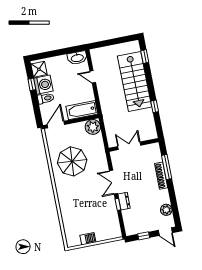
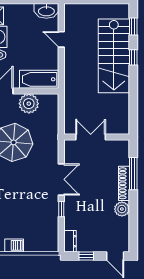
window: (155, 106) -> (133, 57), moved
plant: (93, 127) -> (29, 104), moved
double door: (113, 182) -> (61, 179), swing flipped
dresser: (124, 201) -> (70, 241), moved
plant: (166, 210) -> (122, 209), moved

